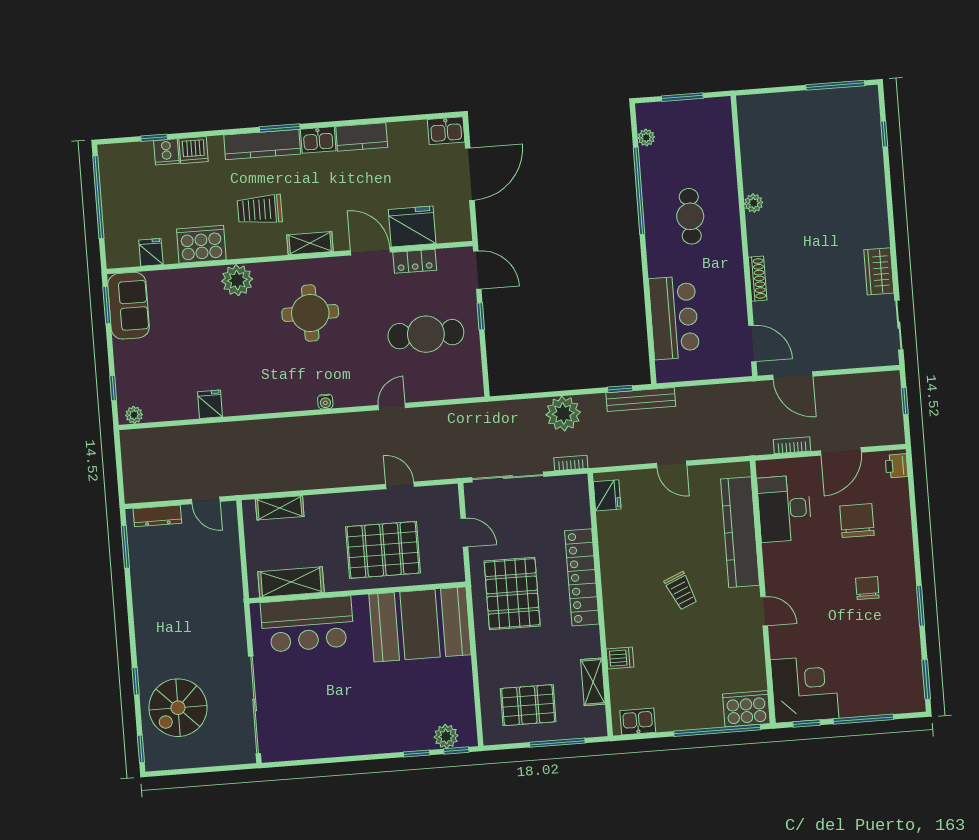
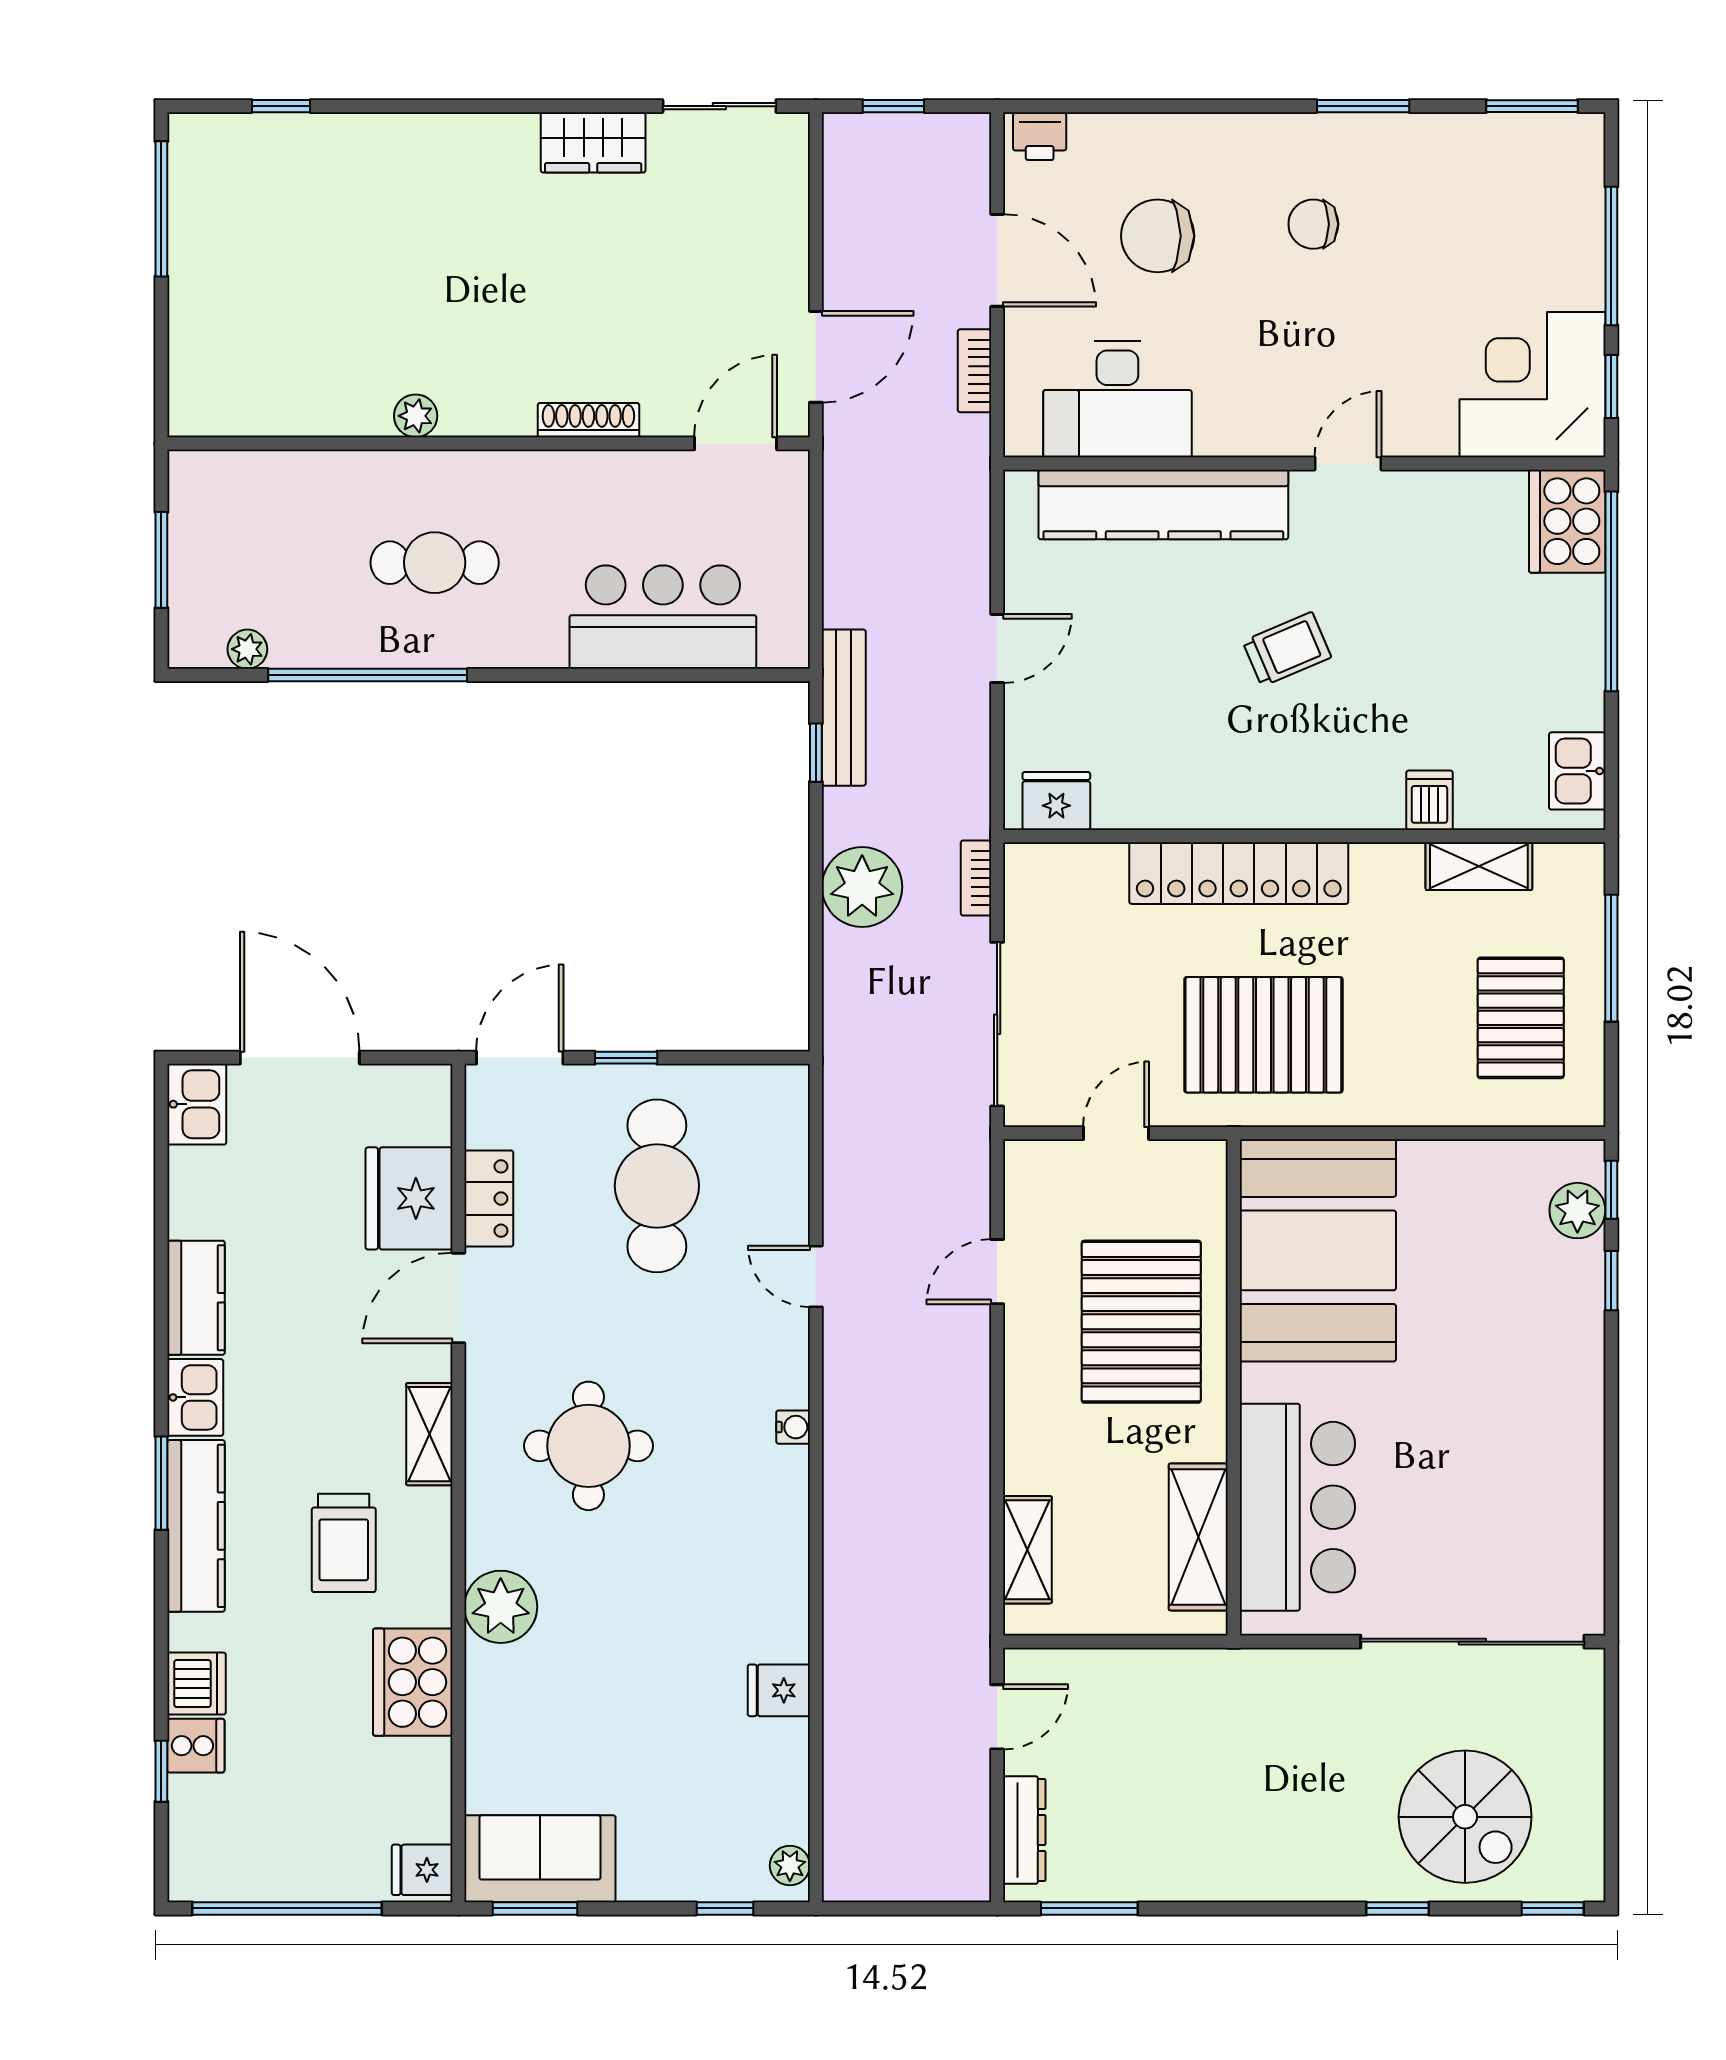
fridge: (151, 252) -> (422, 1870), moved

